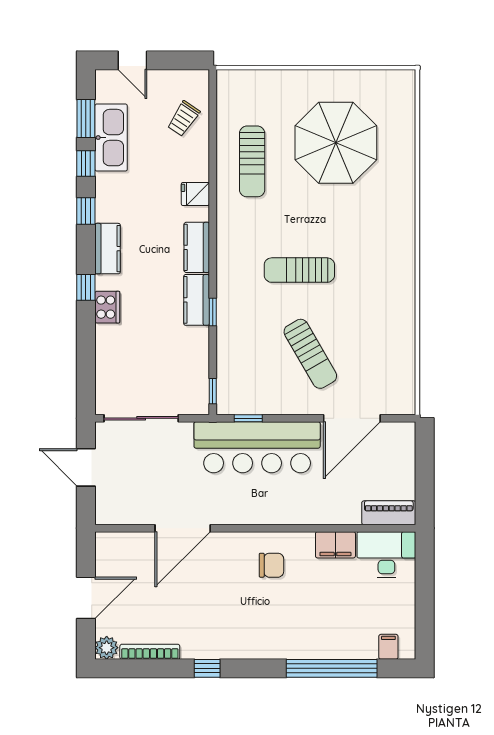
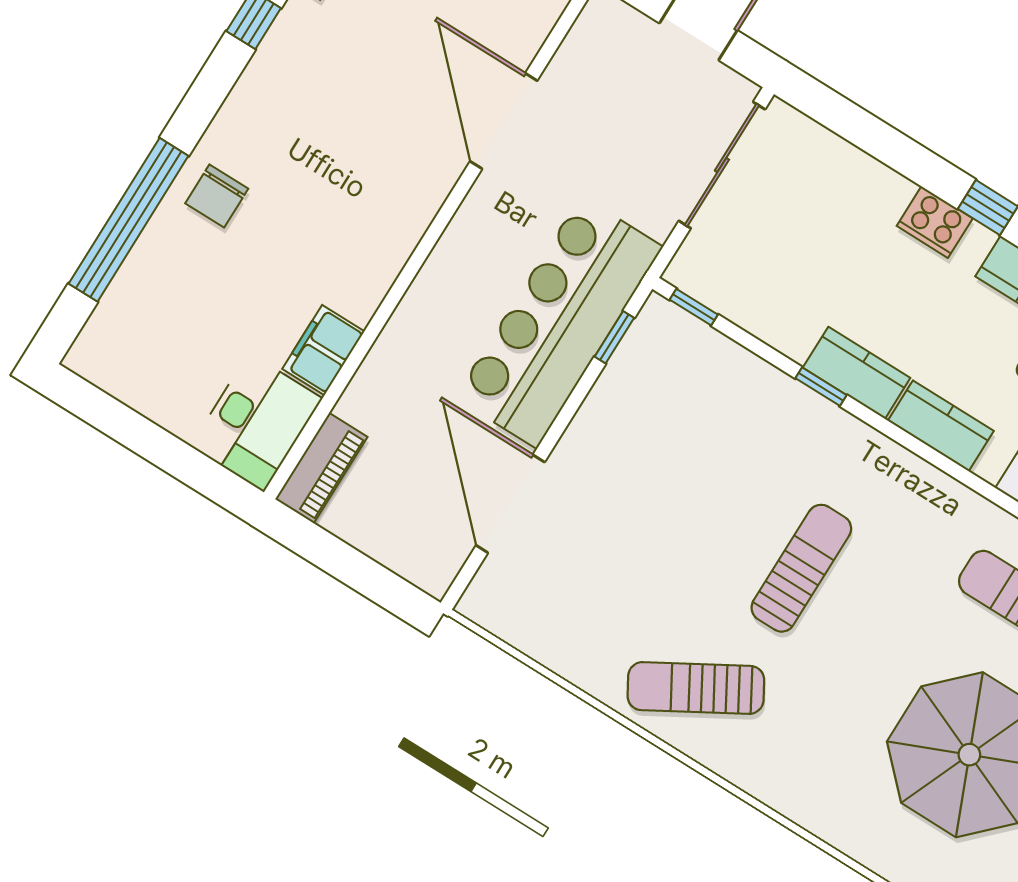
sun lounger: (310, 354) -> (696, 688), moved
chair: (271, 565) -> (217, 196), moved
filing cabinet: (388, 647) -> (106, 333), removed

